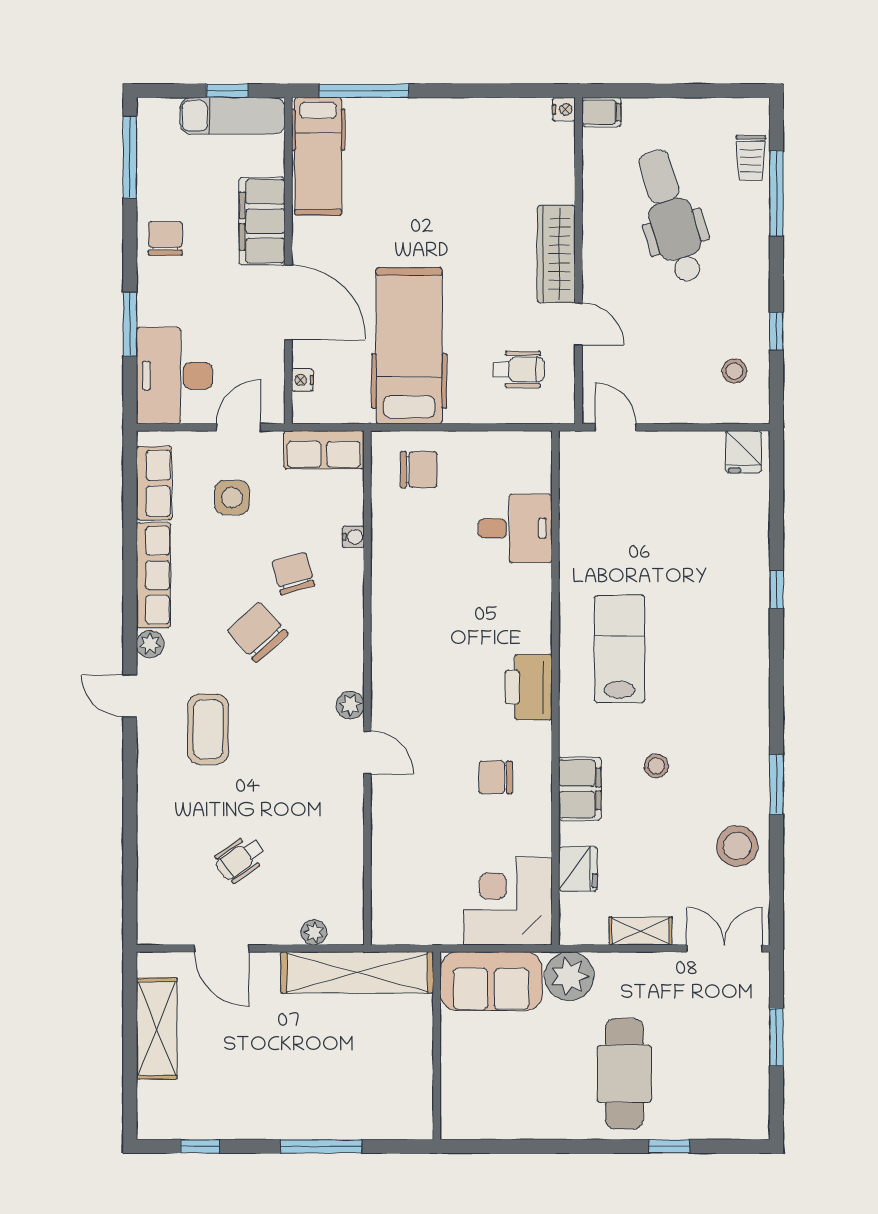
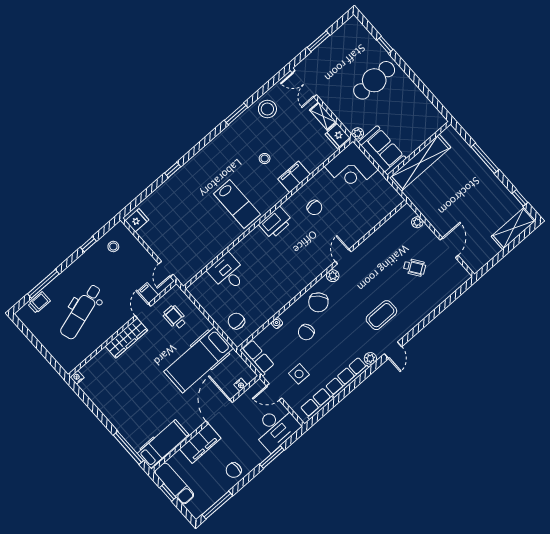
filing cabinet: (601, 112) -> (148, 293), moved
chair: (258, 632) -> (318, 302), moved
lab bench: (620, 649) -> (237, 204), turned -90
fridge: (578, 869) -> (337, 136), moved, turned -90
shelving: (357, 972) -> (420, 163), moved, turned 90
plant: (569, 976) -> (358, 133), width x0.53, depth x0.53
shelving: (157, 1029) -> (514, 228), moved

